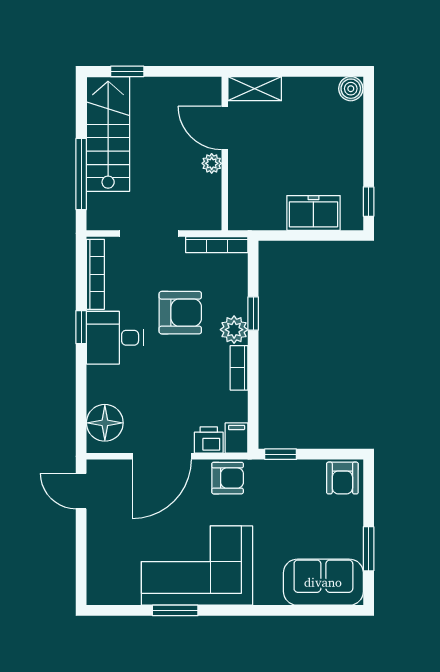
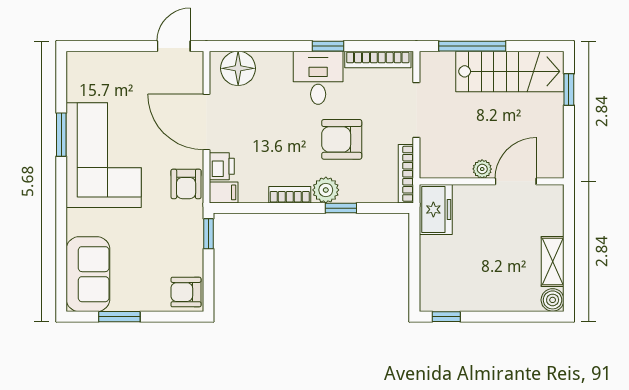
shelving: (255, 89) -> (553, 261), moved
freezer: (313, 213) -> (436, 209), moved
armchair: (180, 313) -> (342, 139), turned 90

